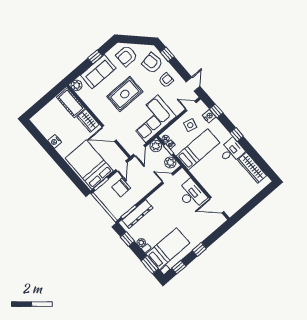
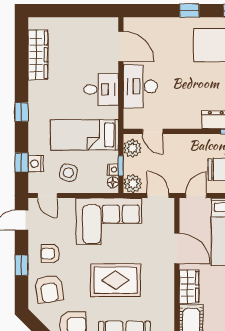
window: (167, 54) -> (21, 265), moved
door: (139, 151) -> (158, 196), hinge flipped
desk: (231, 151) -> (101, 90), moved, turned 180

